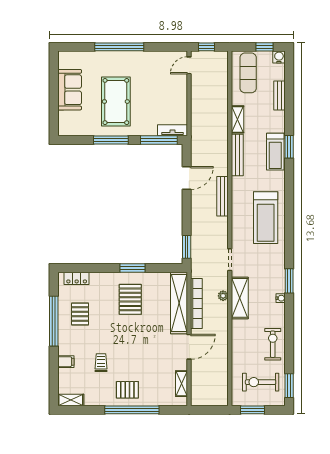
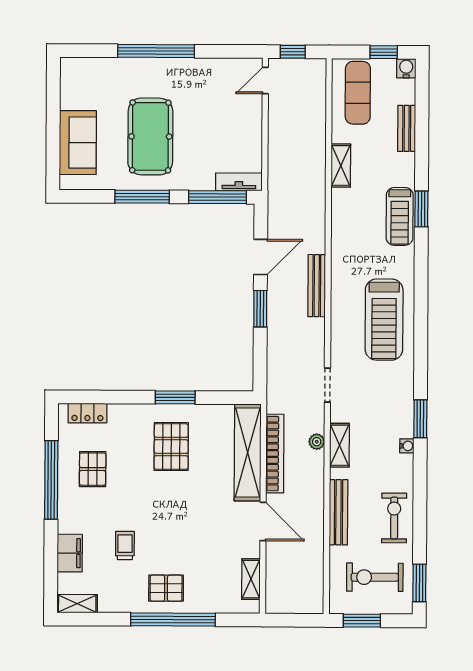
sofa: (70, 90) -> (78, 143), moved
bench: (237, 155) -> (338, 512), moved
window: (187, 247) -> (260, 309), moved
shelving: (240, 298) -> (339, 445), width x0.67, depth x0.75
door: (189, 347) -> (263, 521), hinge flipped
filing cabinet: (66, 362) -> (70, 553), width x2.00

